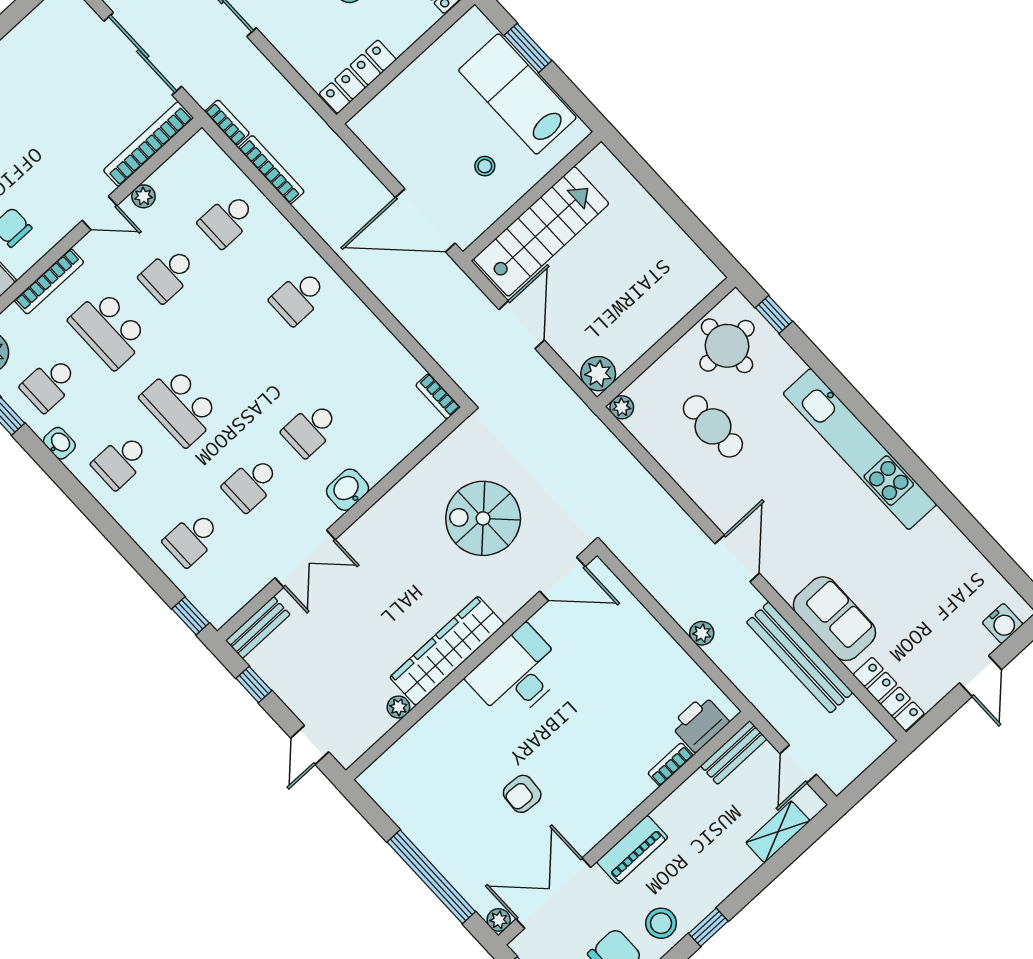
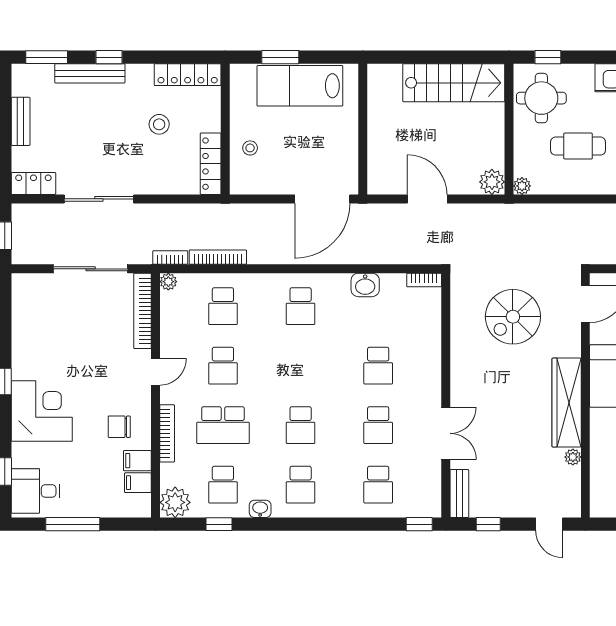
stool: (485, 166) -> (250, 148), moved
plant: (143, 196) -> (168, 282), moved
stairs: (541, 231) -> (454, 83), moved, turned 90
school desk: (180, 407) -> (301, 425), width x0.54
washbasin: (348, 490) -> (365, 285), moved, turned -90

